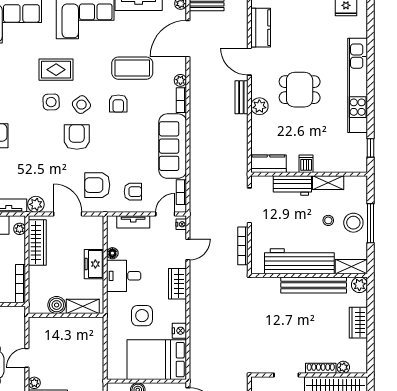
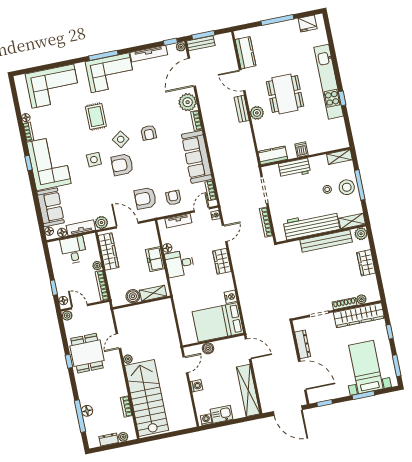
coffee table: (132, 68) -> (154, 103), removed
rug: (56, 70) -> (96, 117), turned 90
plant: (180, 80) -> (188, 102), width x1.88, depth x1.88
dining table: (300, 90) -> (285, 94), width x1.38
side table: (51, 102) -> (94, 160), moved
armchair: (77, 137) -> (122, 165), turned -90
window: (370, 148) -> (342, 98), moved
shelving: (328, 183) -> (339, 157), moved
armchair: (133, 192) -> (173, 198), turned -90
plant: (20, 229) -> (97, 266), moved
side table: (142, 316) -> (200, 291), removed

